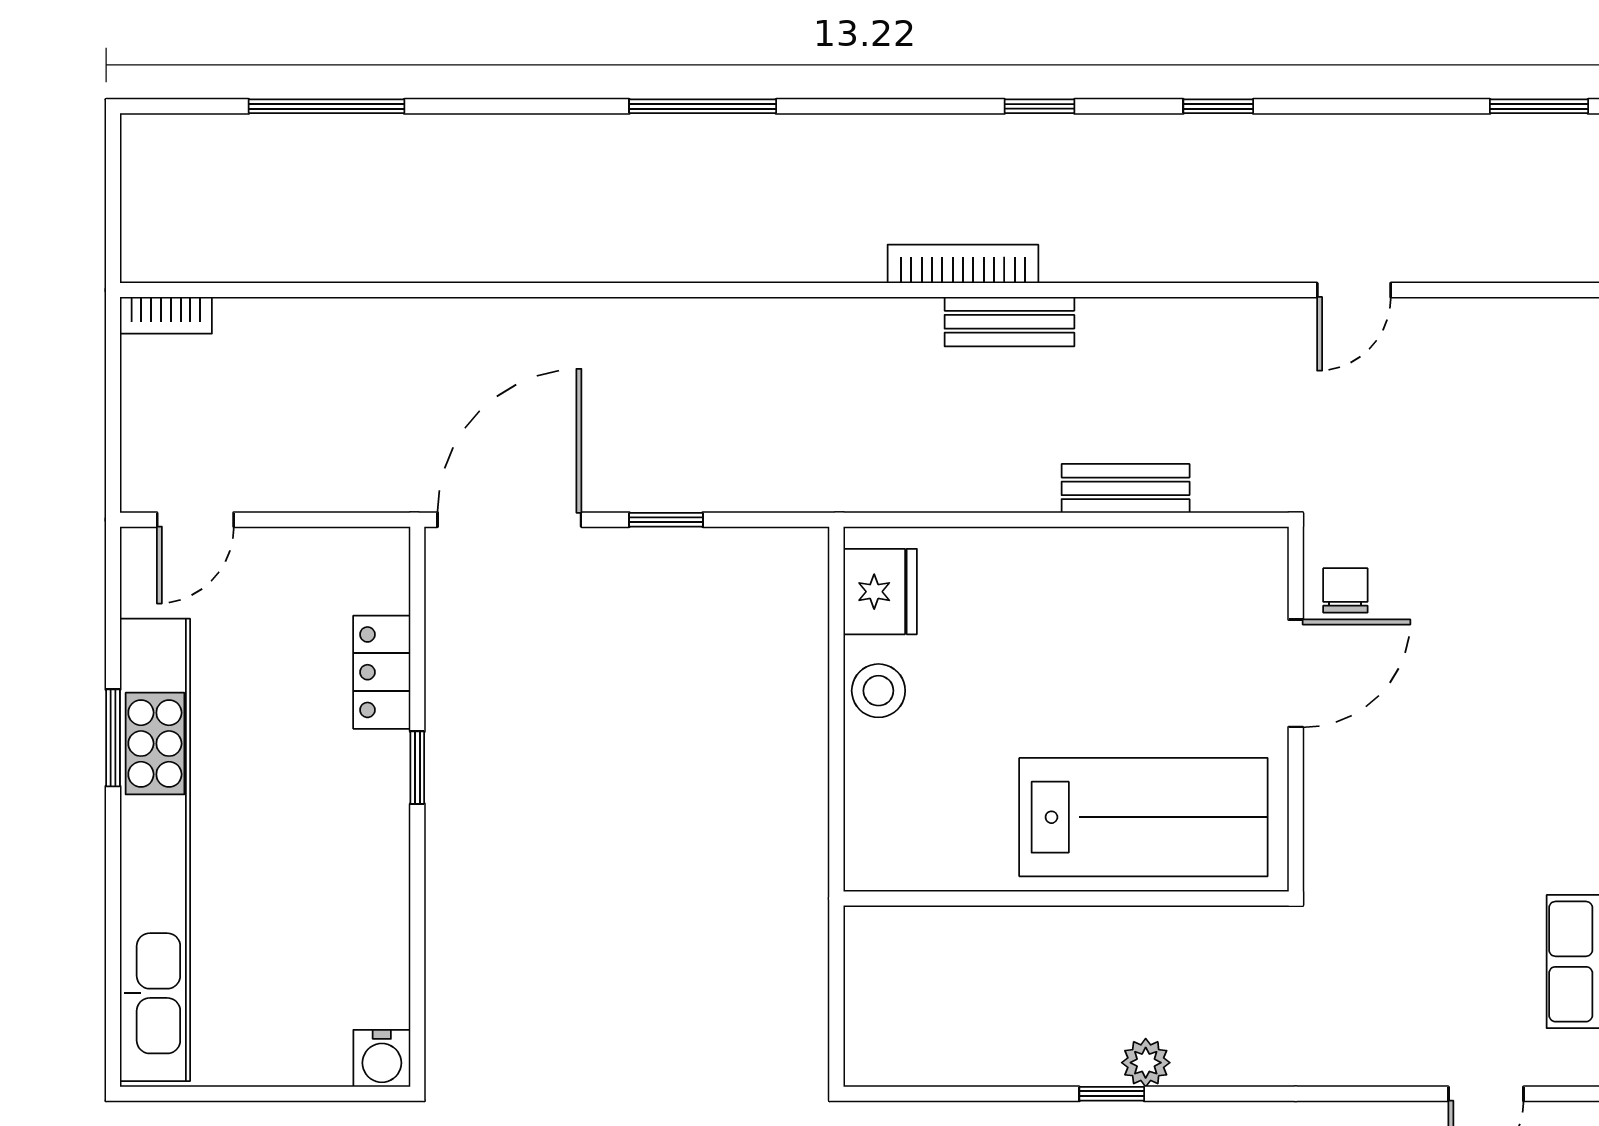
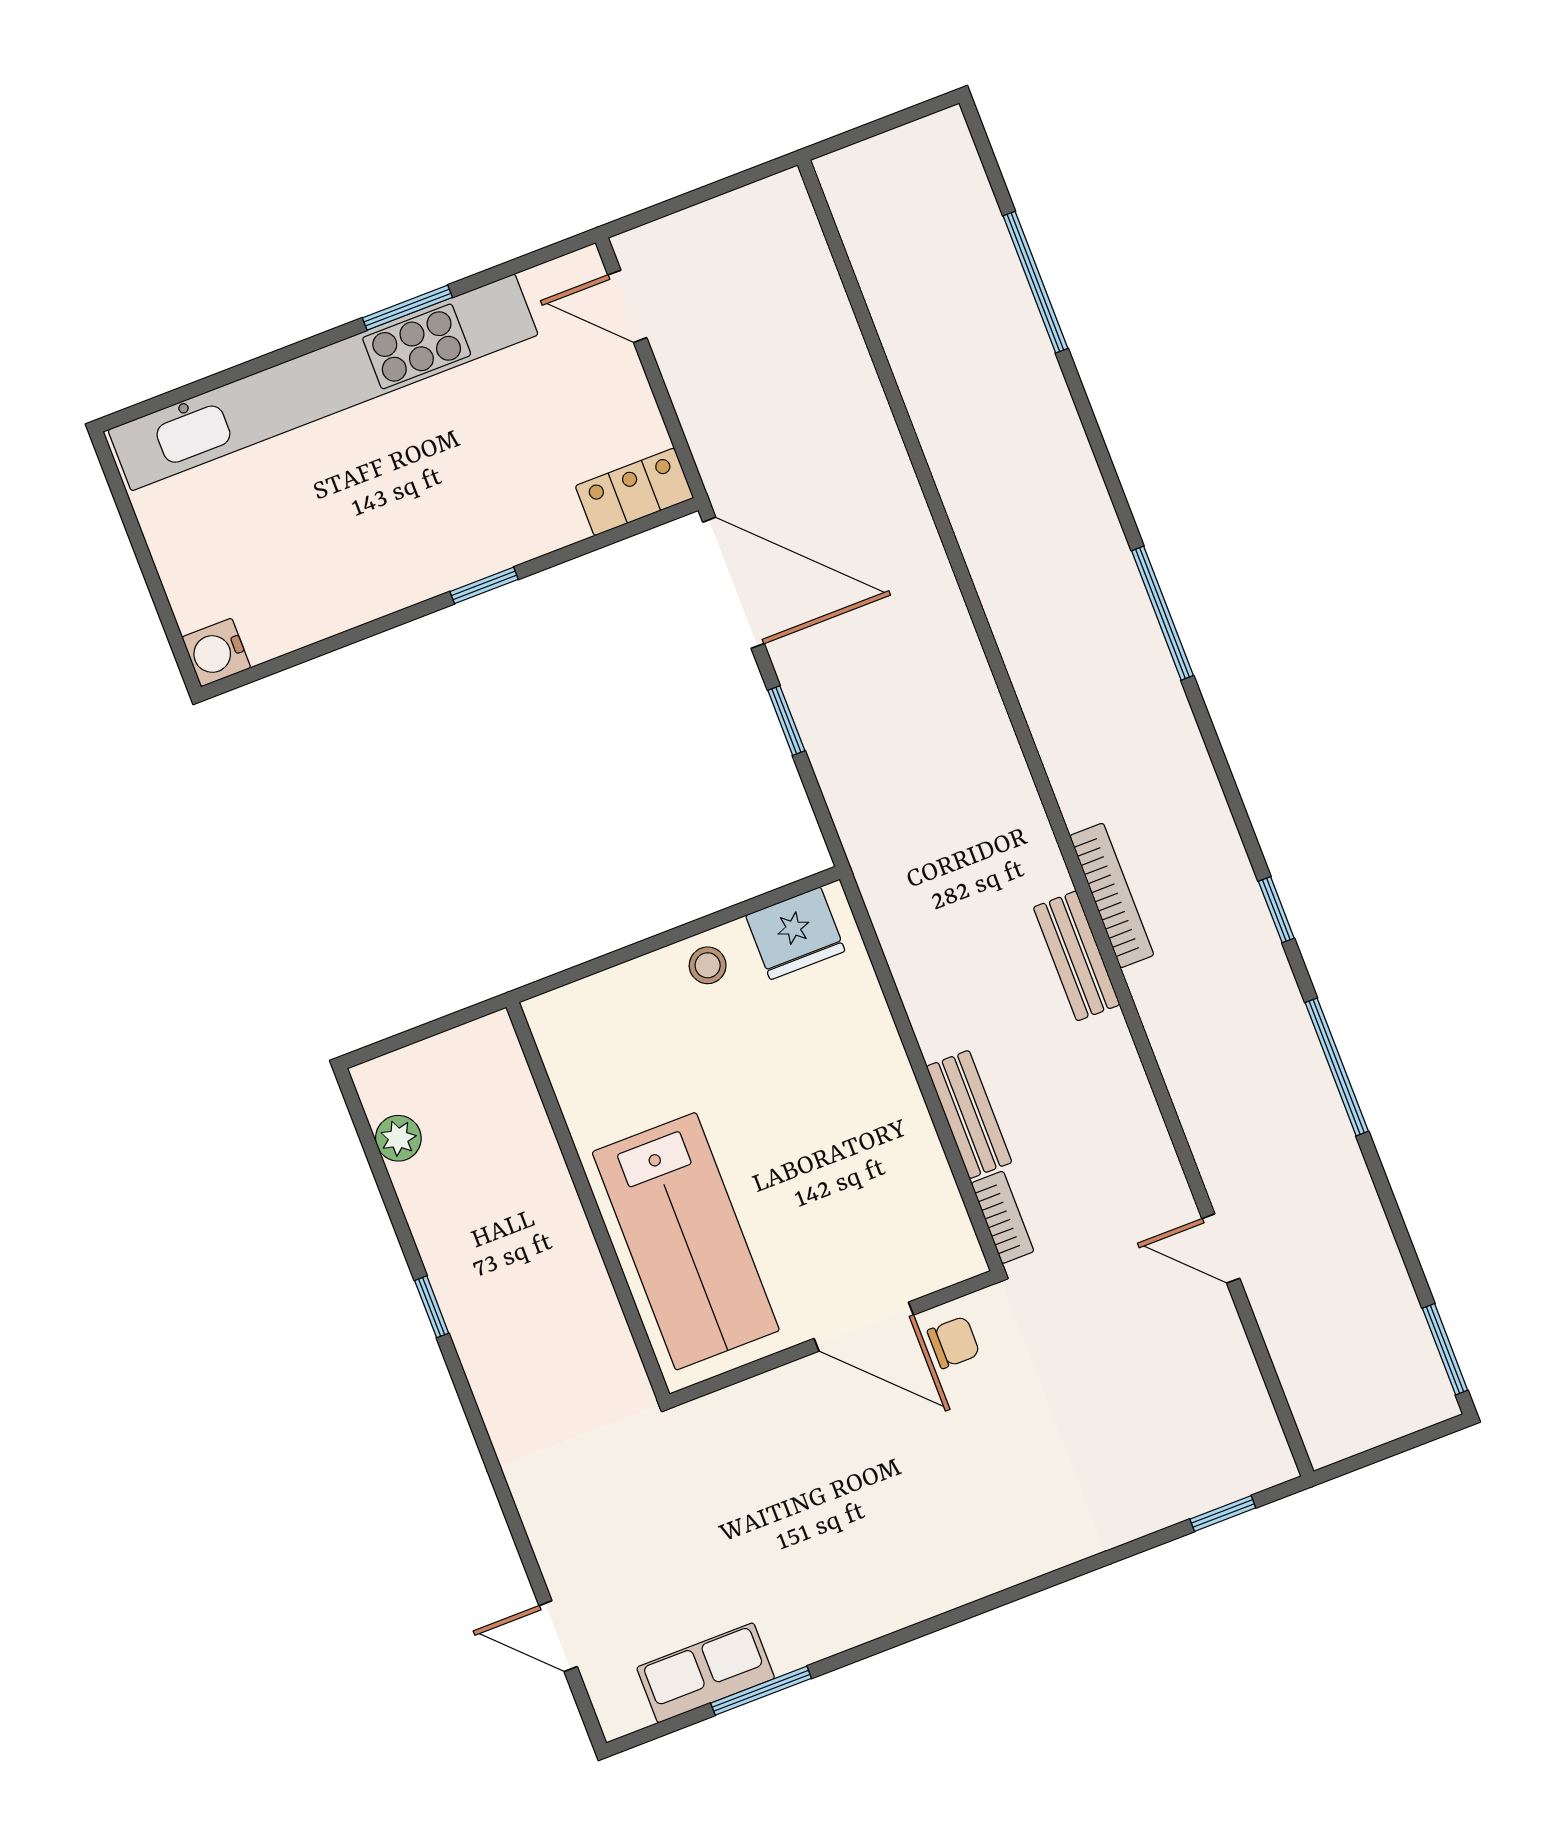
window: (1218, 106) -> (1337, 1067), width x2.17
bookcase: (166, 315) -> (1003, 1217), moved, turned 180
locker: (382, 672) -> (634, 492), moved
stool: (878, 691) -> (708, 965), width x0.73, depth x0.73
plant: (1146, 1063) -> (398, 1138), moved

